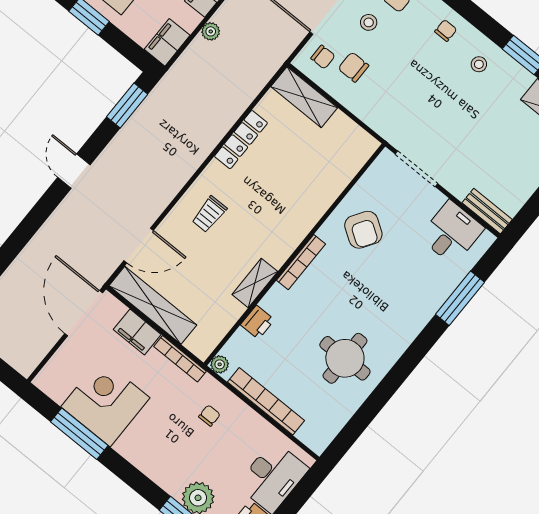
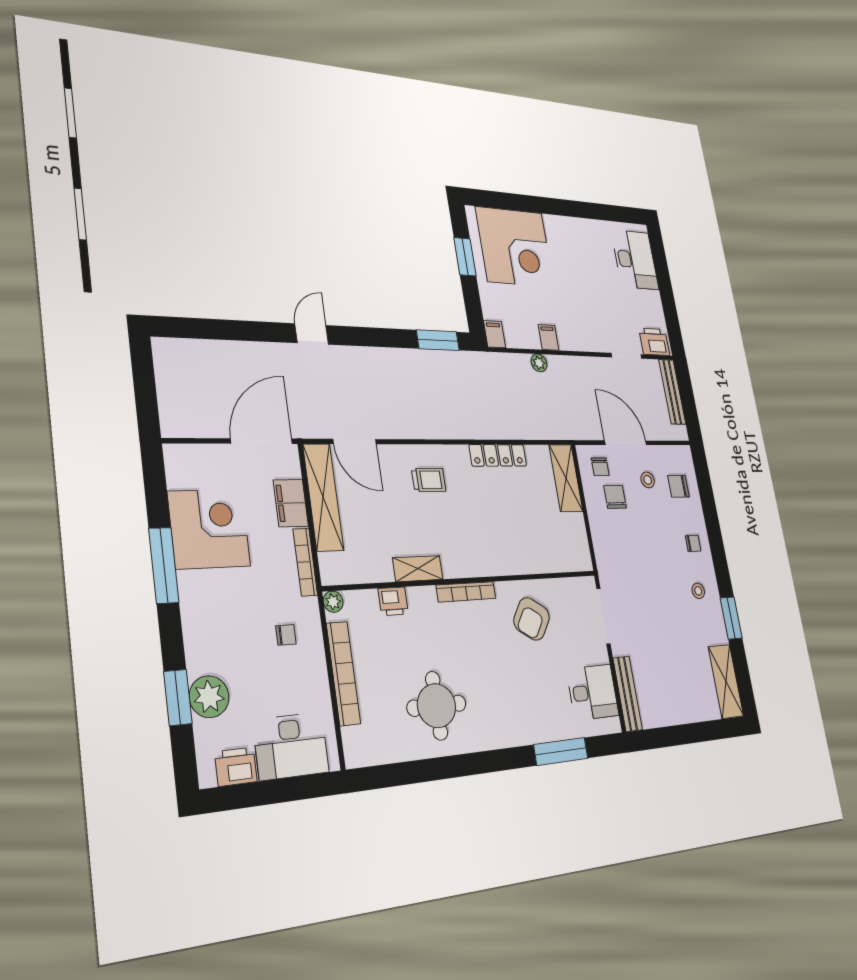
filing cabinet: (167, 42) -> (495, 334), width x0.50
door: (74, 171) -> (312, 334), moved
bench: (487, 211) -> (628, 694), width x1.36
trolley: (209, 214) -> (429, 480), turned 180
window: (79, 434) -> (164, 565), moved

